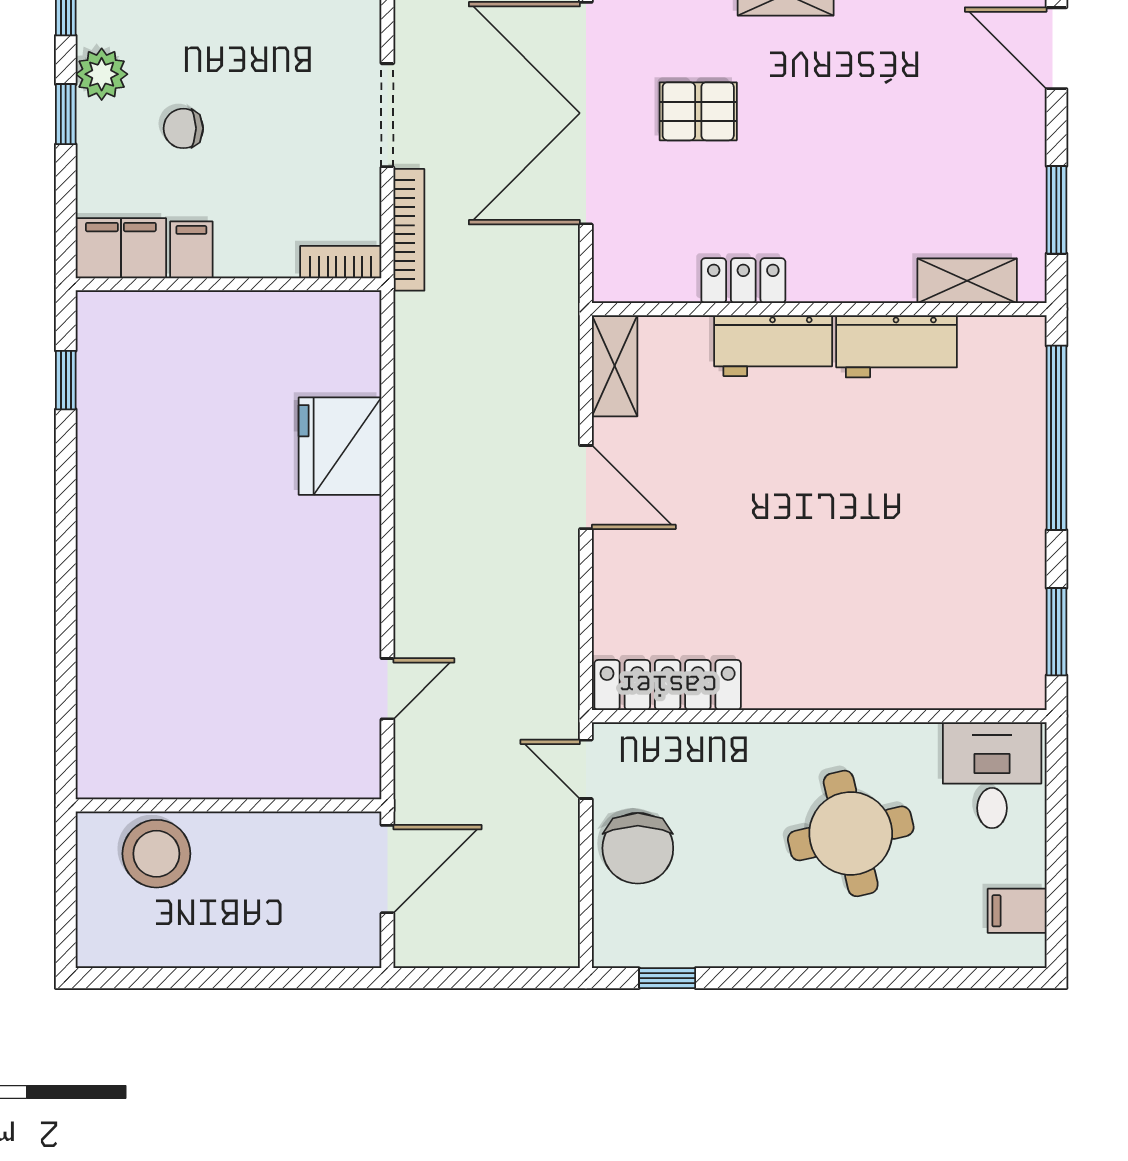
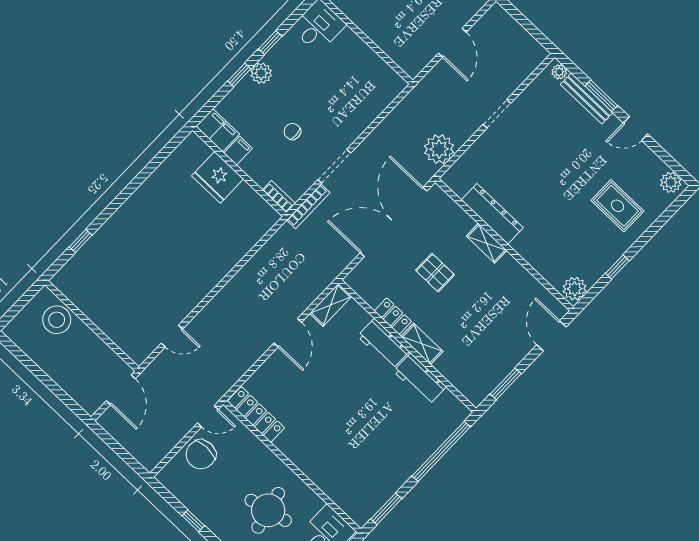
pallet: (698, 111) -> (435, 273), moved
chair: (183, 128) -> (292, 131), moved
shelving: (967, 281) -> (422, 344), moved
window: (66, 380) -> (81, 241), moved
fridge: (340, 446) -> (218, 177), moved, turned -90
door: (586, 769) -> (208, 416), swing flipped
door: (387, 869) -> (121, 390), hinge flipped
window: (667, 978) -> (193, 521), moved

